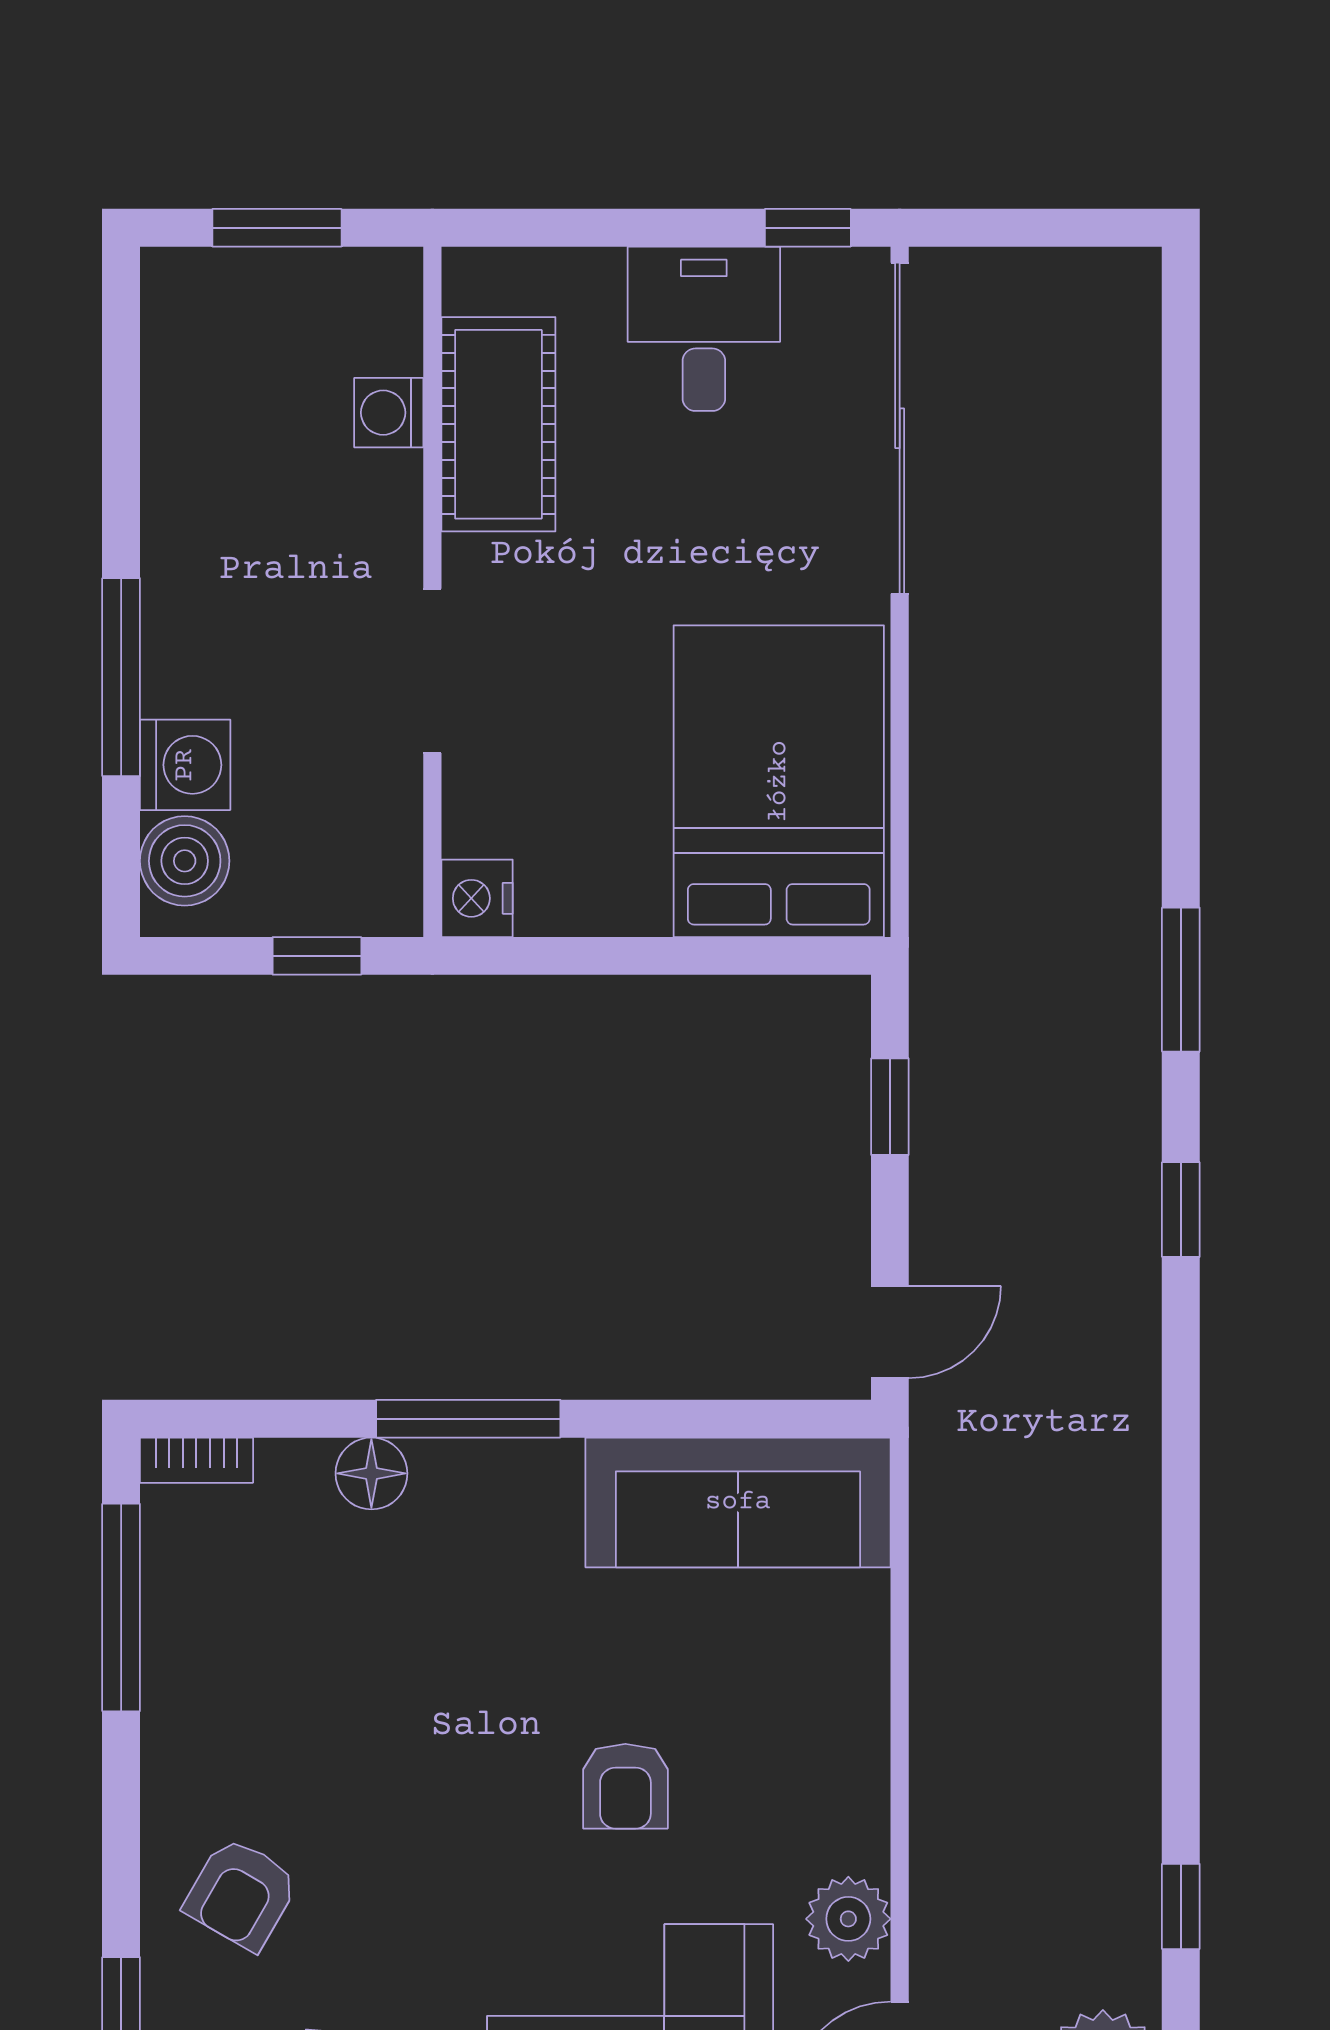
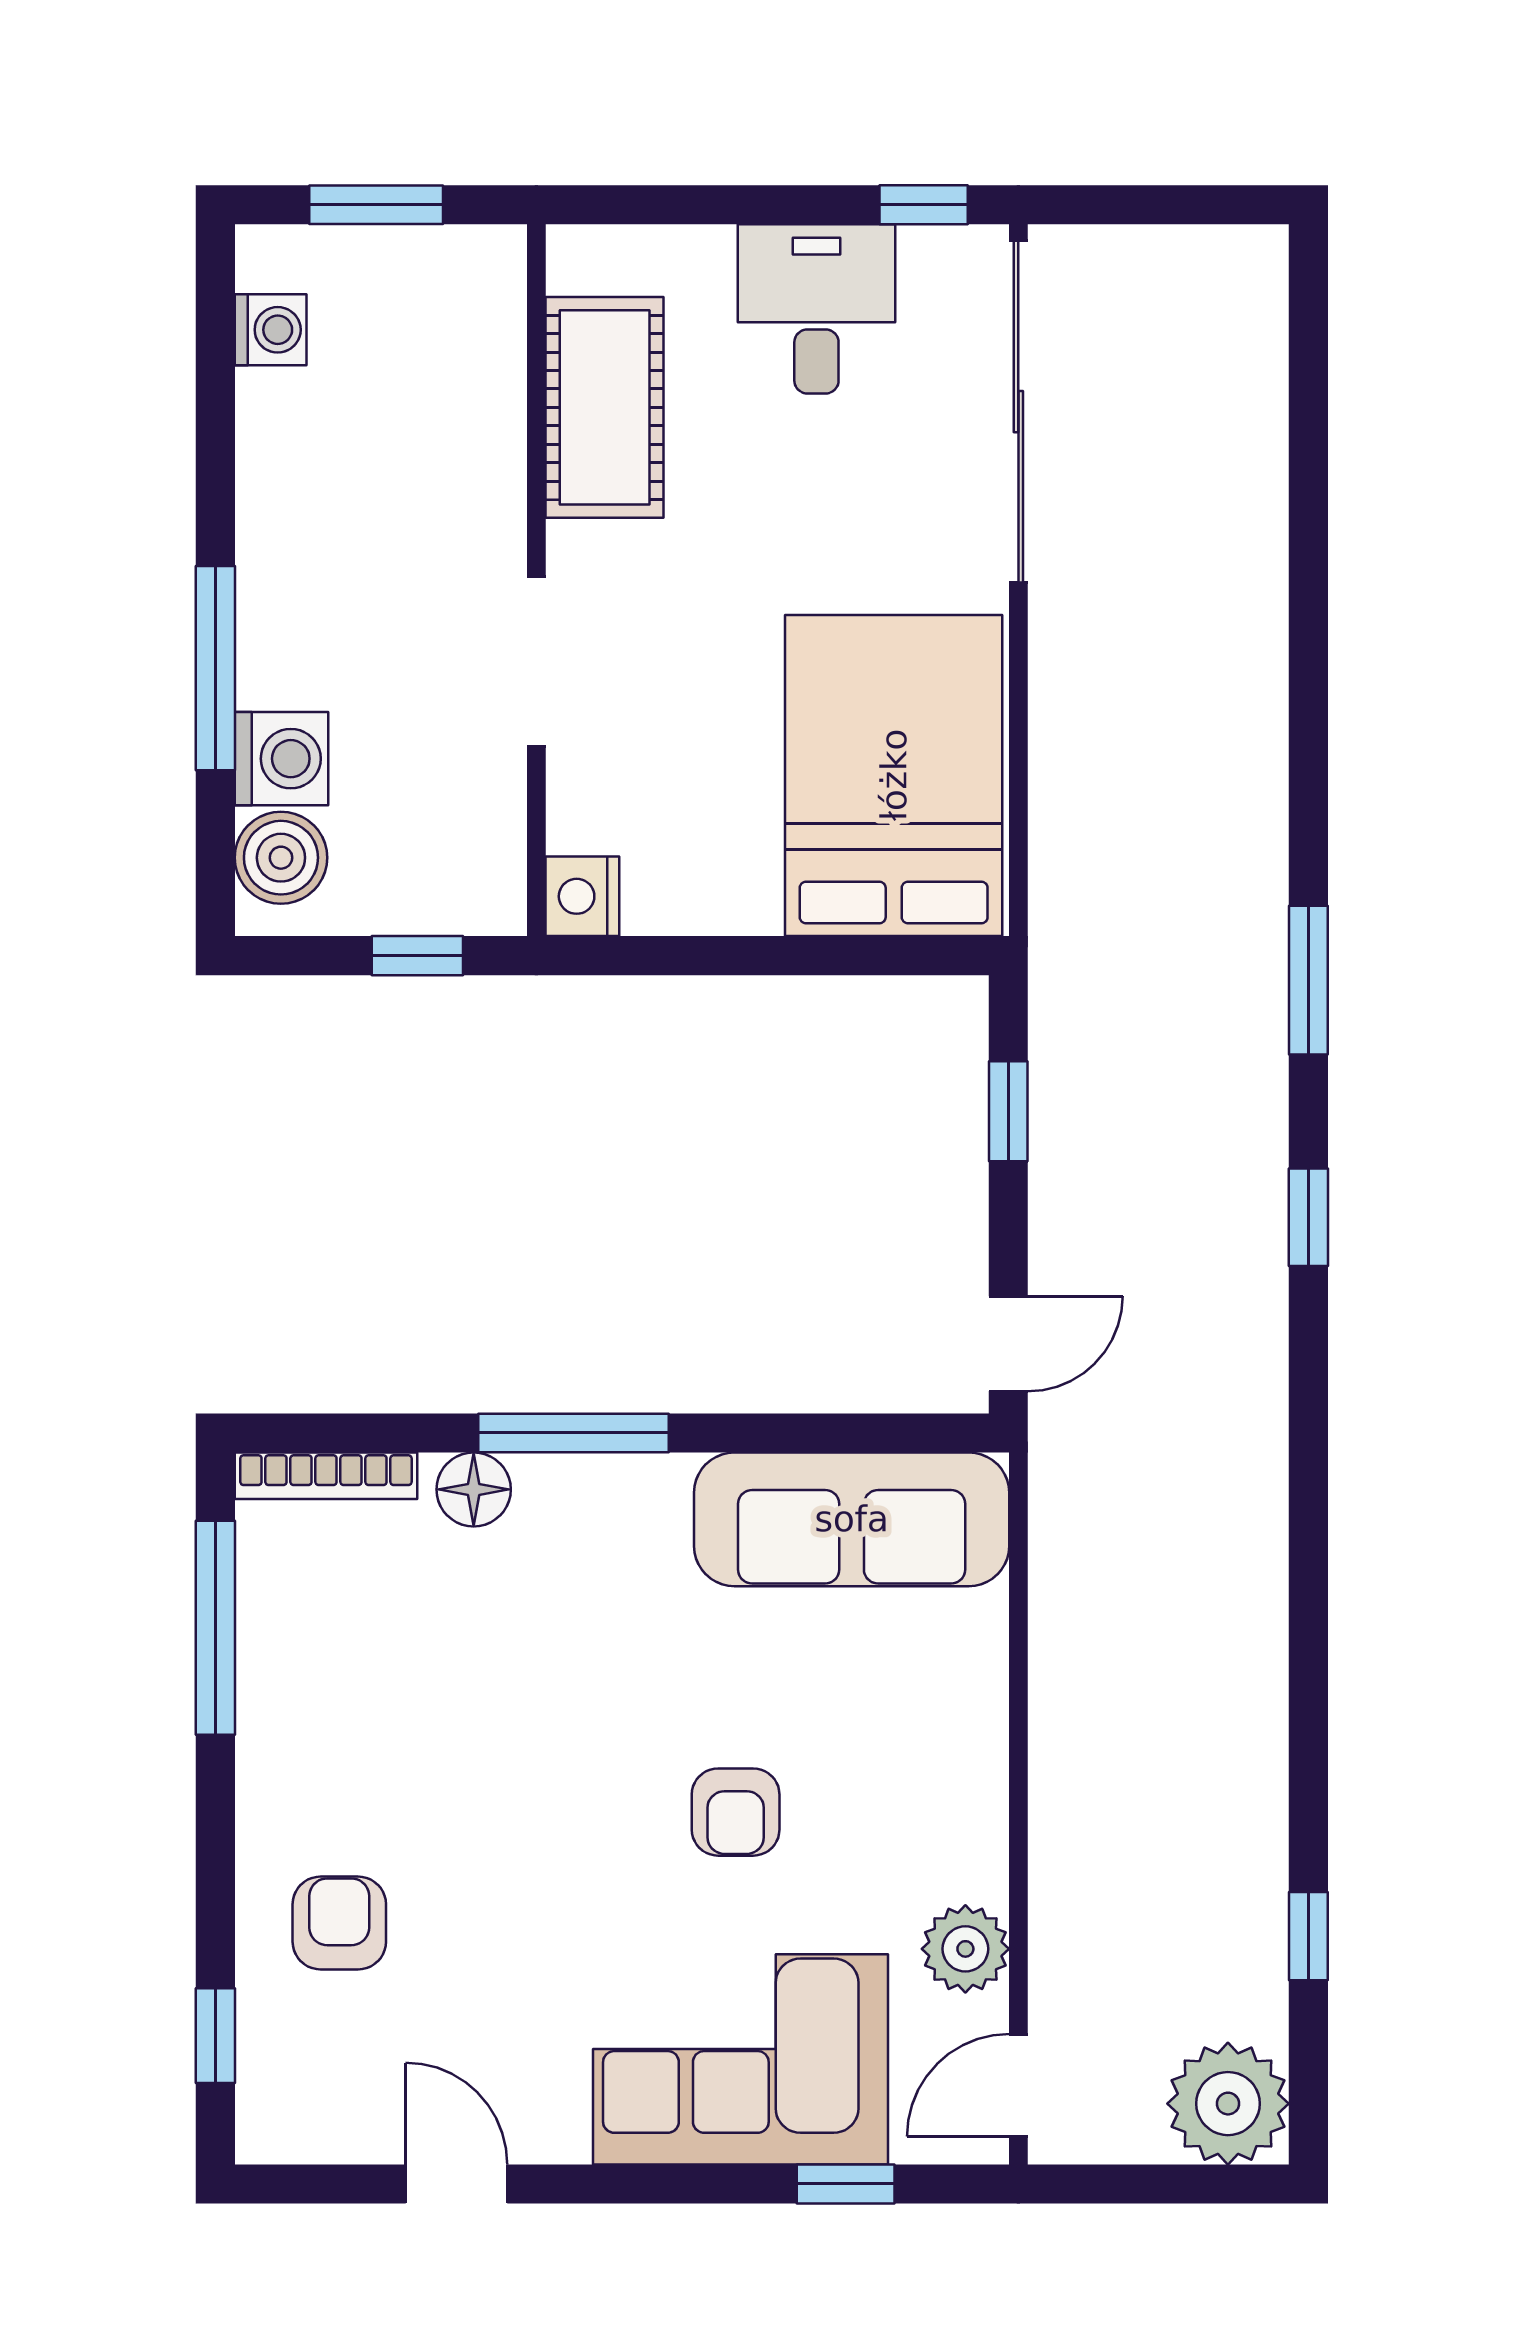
washing machine: (389, 413) -> (271, 330), moved, turned 180
bookcase: (196, 1460) -> (326, 1476), width x1.56
armchair: (241, 1894) -> (339, 1923), turned 150

